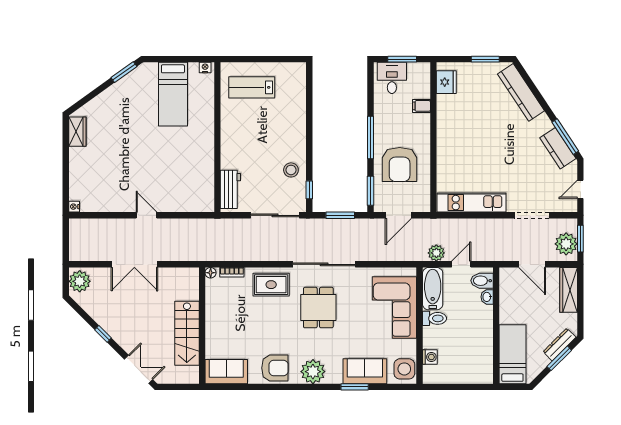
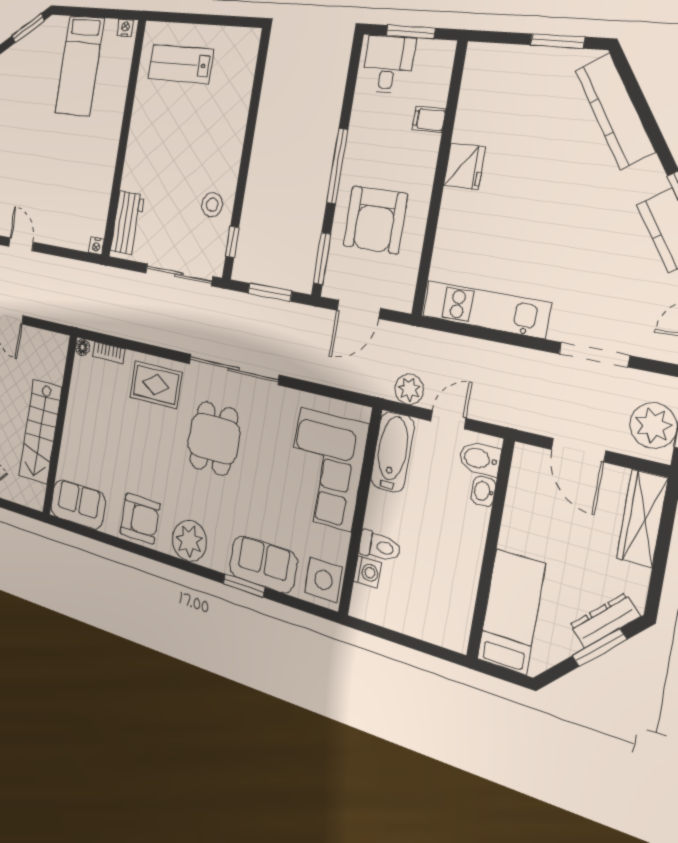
fridge: (446, 82) -> (464, 166), moved
nightstand: (209, 207) -> (96, 246), added
toilet: (434, 318) -> (380, 546), moved

